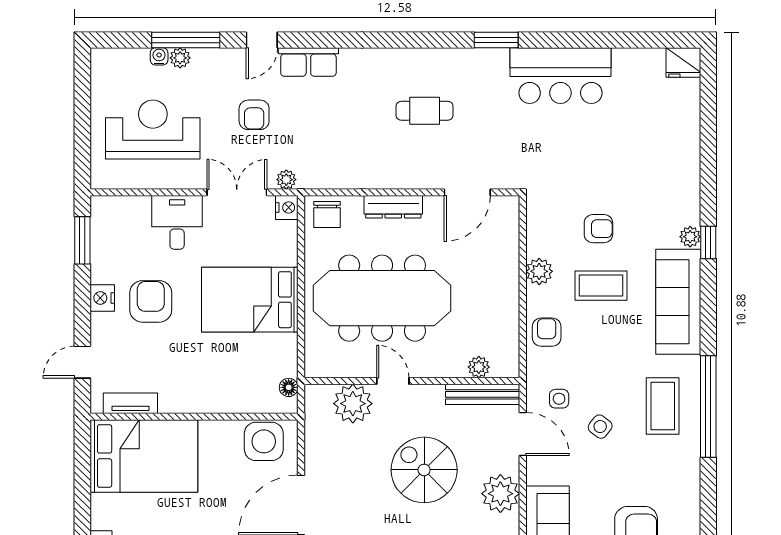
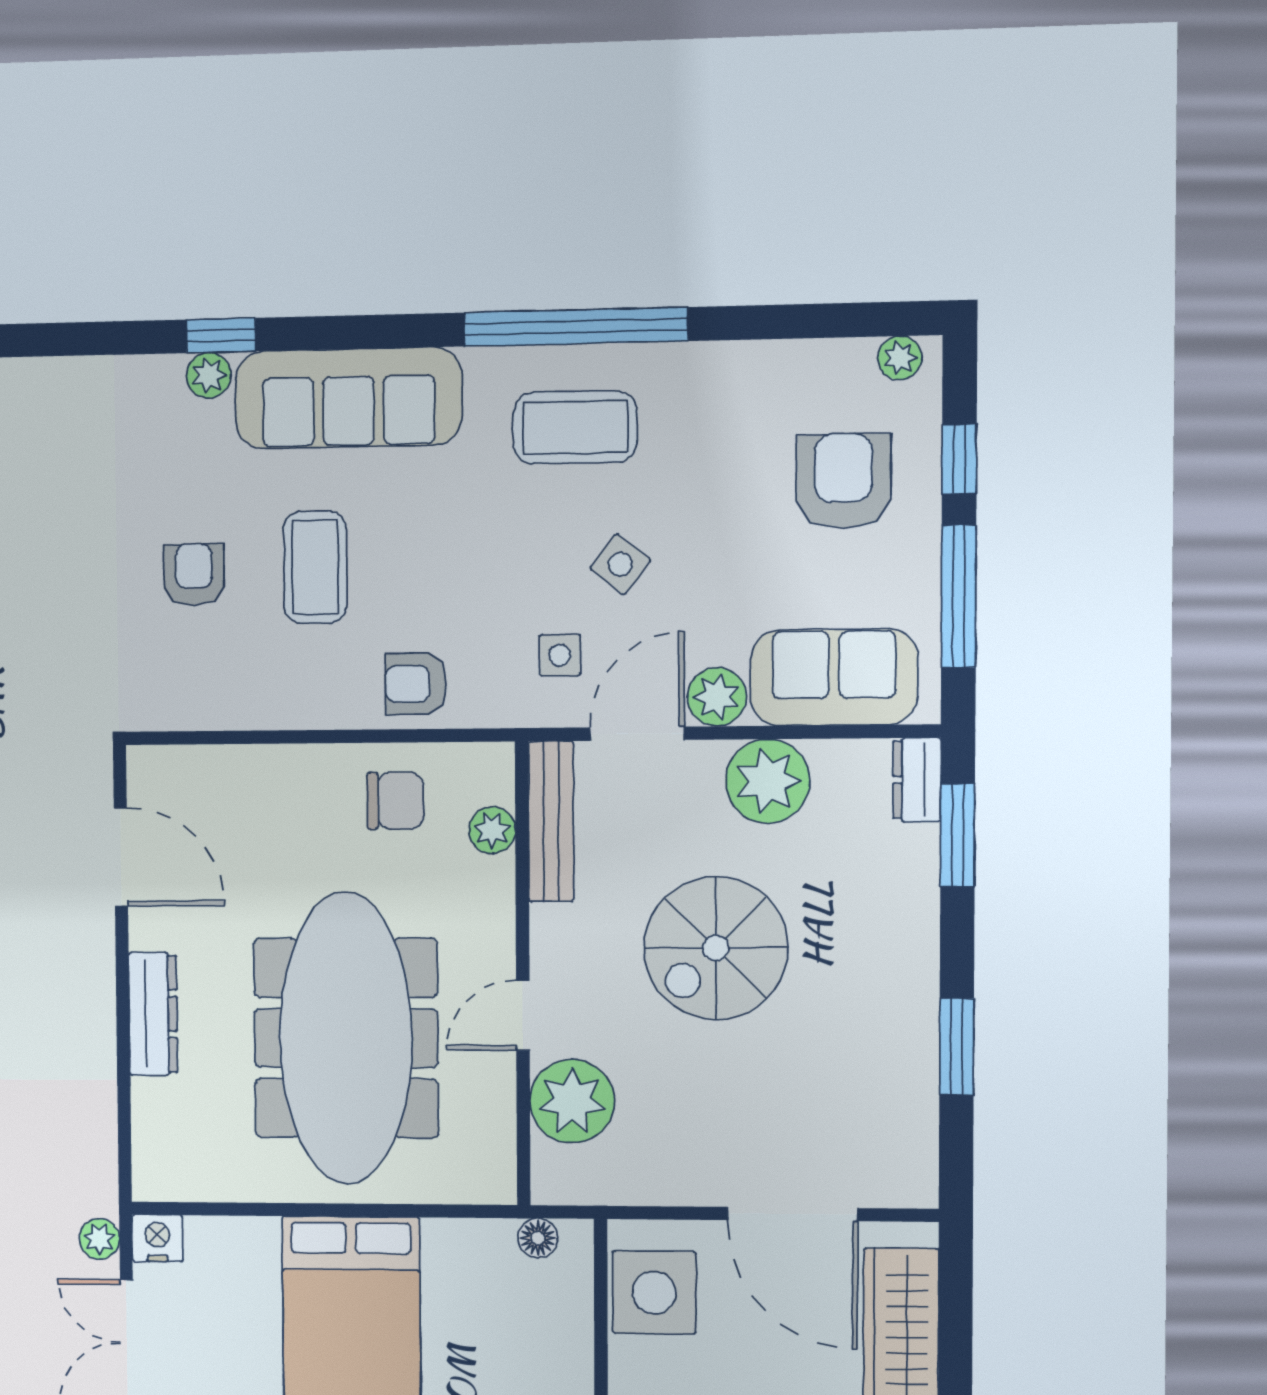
chair: (327, 214) -> (395, 801), moved
plant: (539, 271) -> (717, 697), moved

